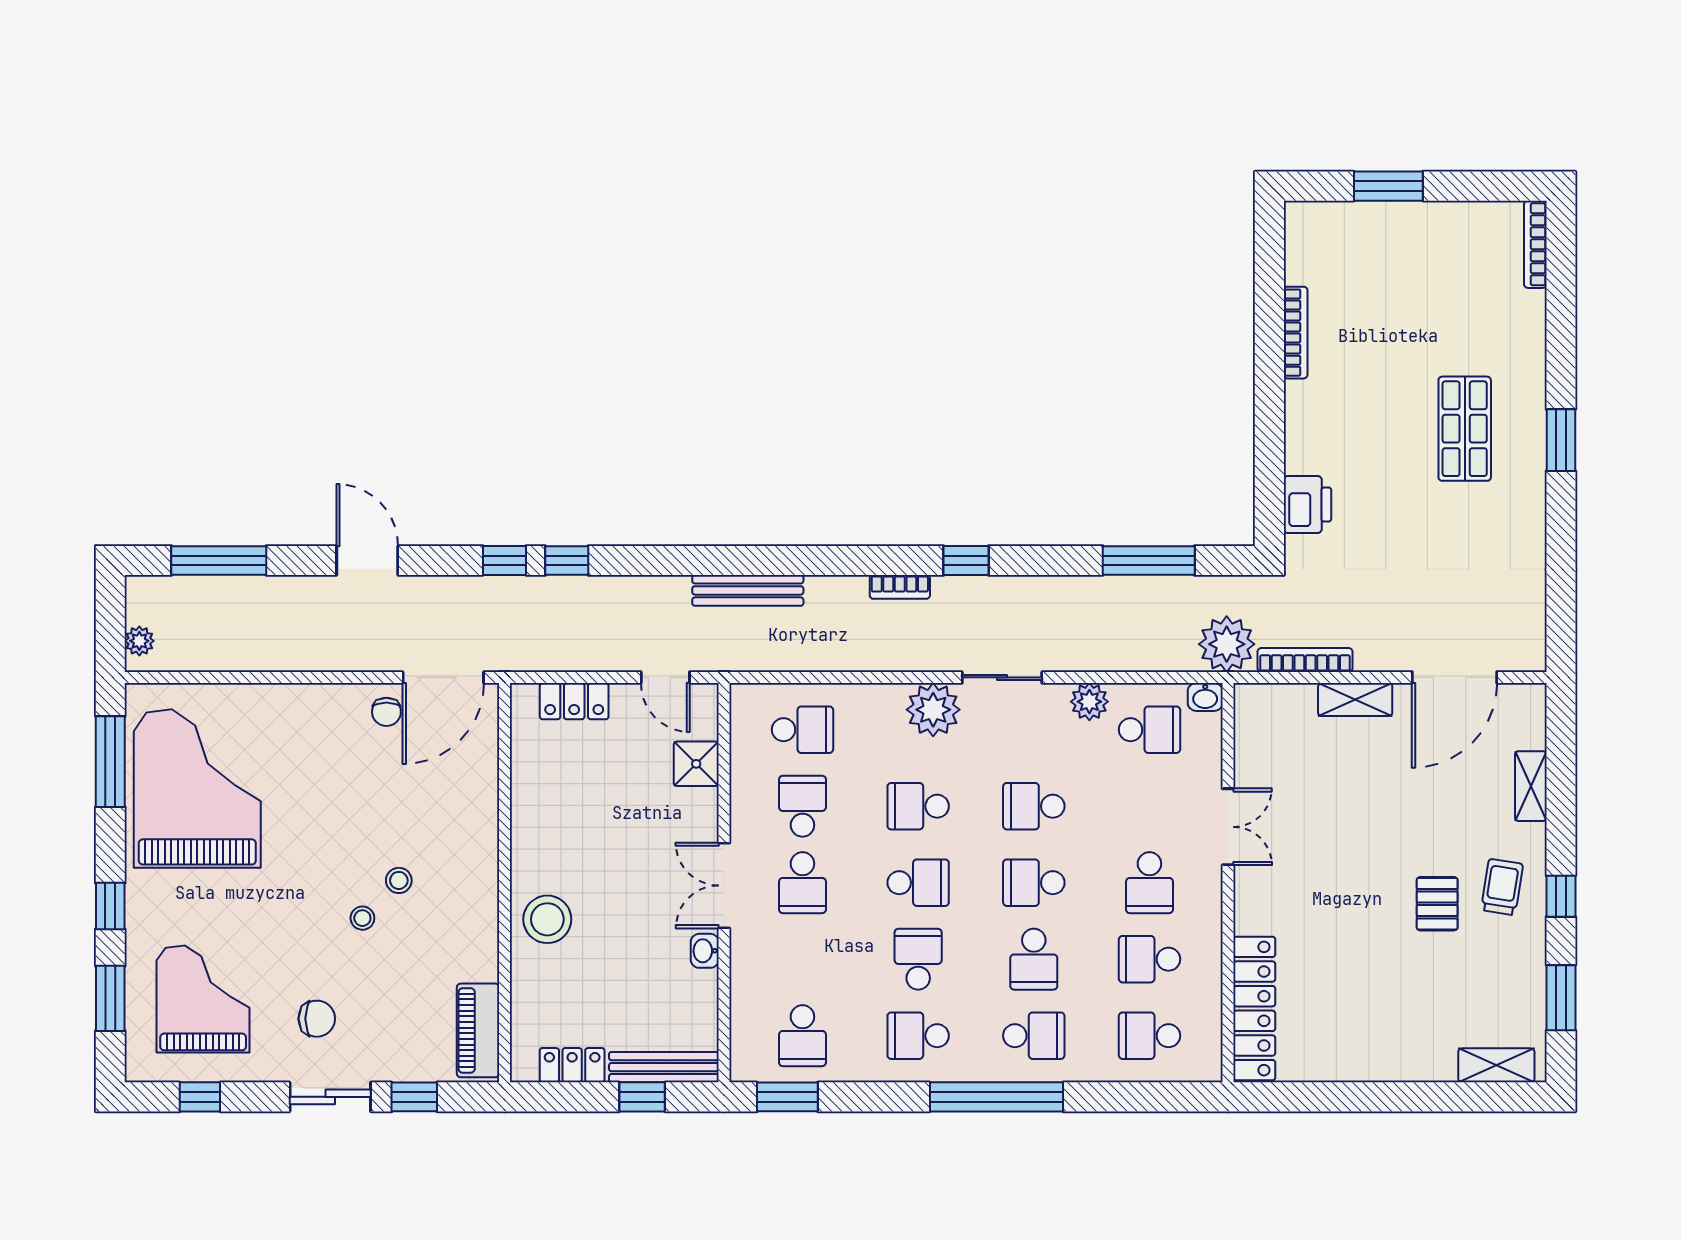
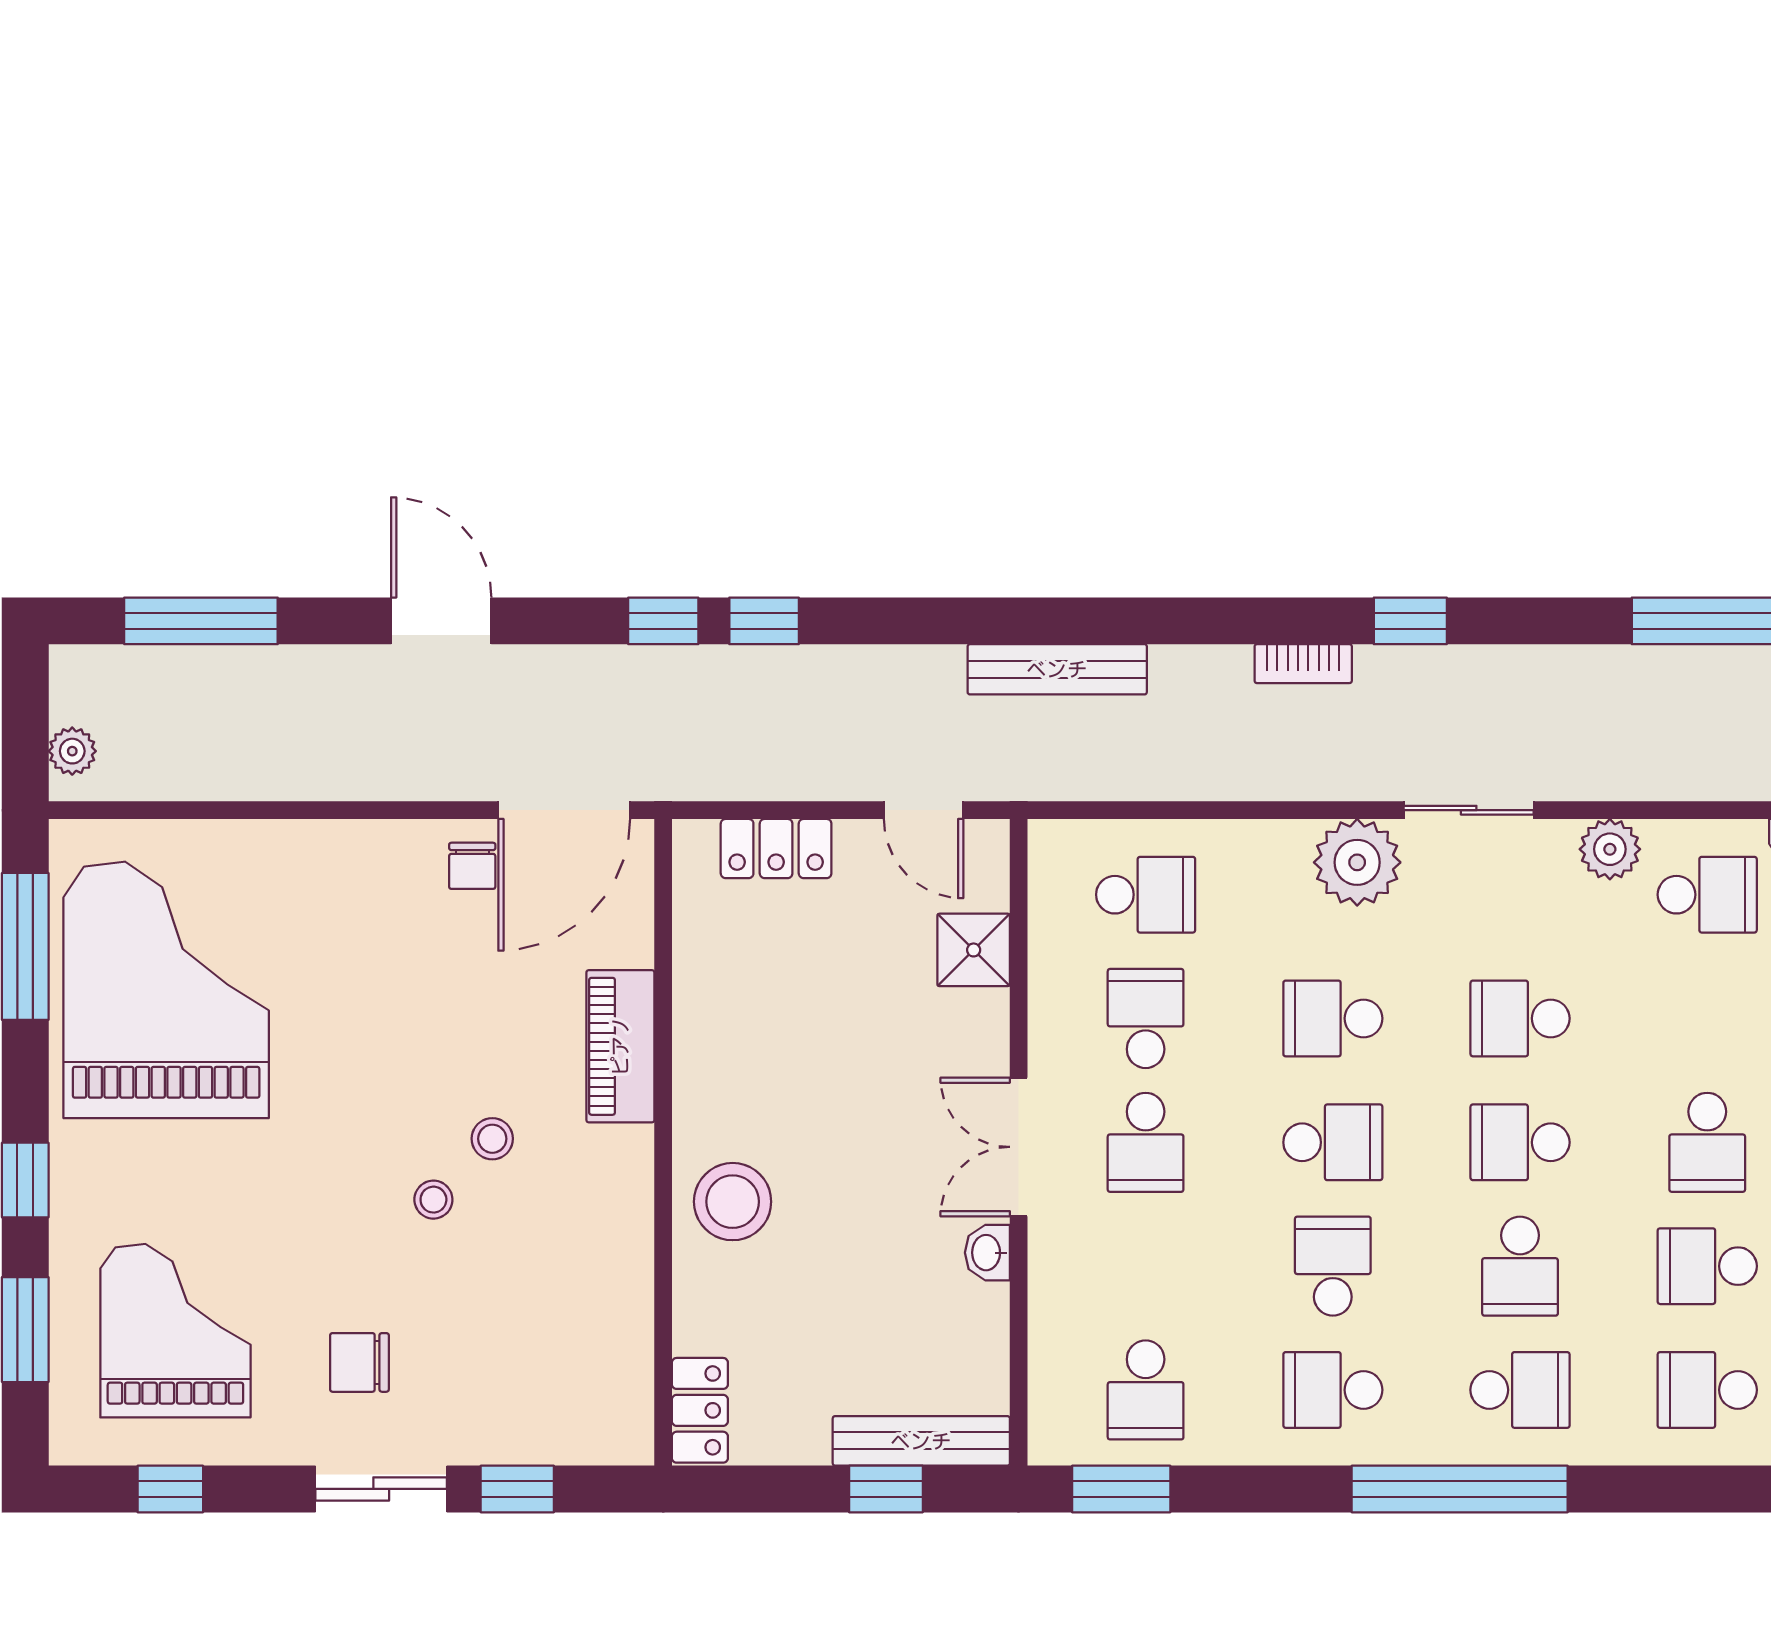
chair: (317, 1019) -> (359, 1362), turned 180
piano: (478, 1030) -> (620, 1046), moved
locker: (572, 1065) -> (700, 1410), moved, turned 90

